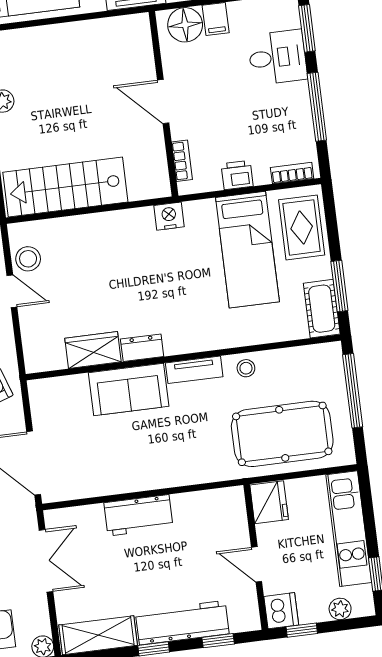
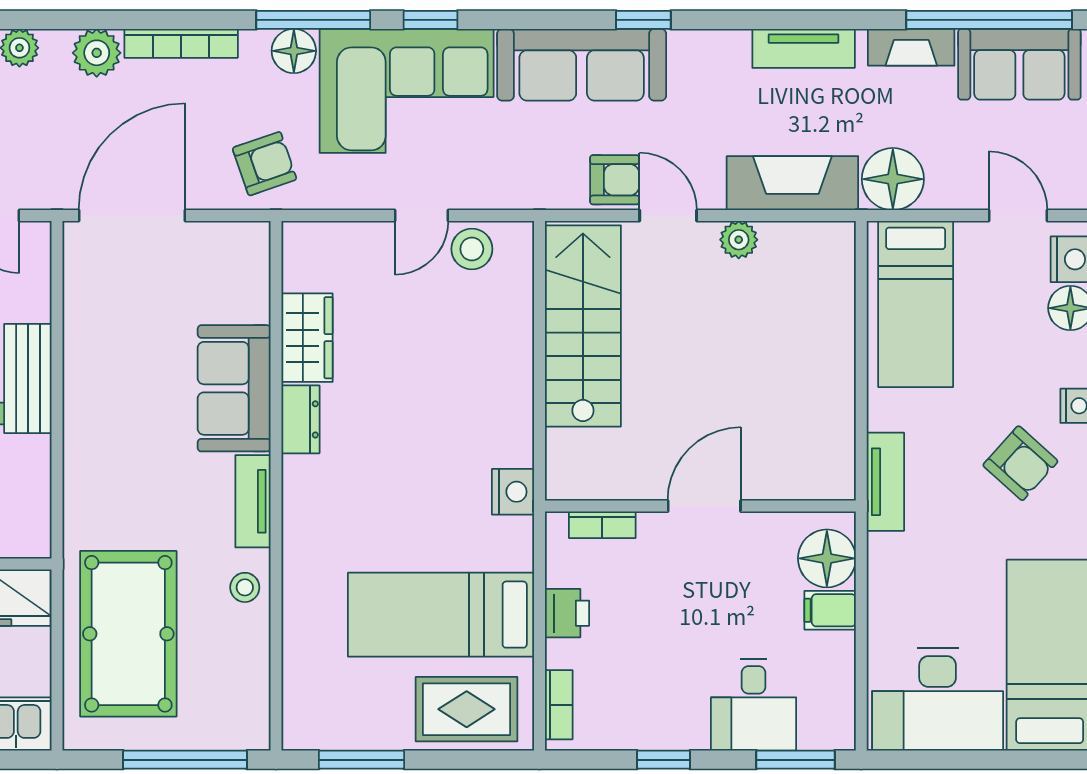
window: (317, 107) -> (663, 760), width x0.46
cot: (322, 309) -> (328, 726), removed

